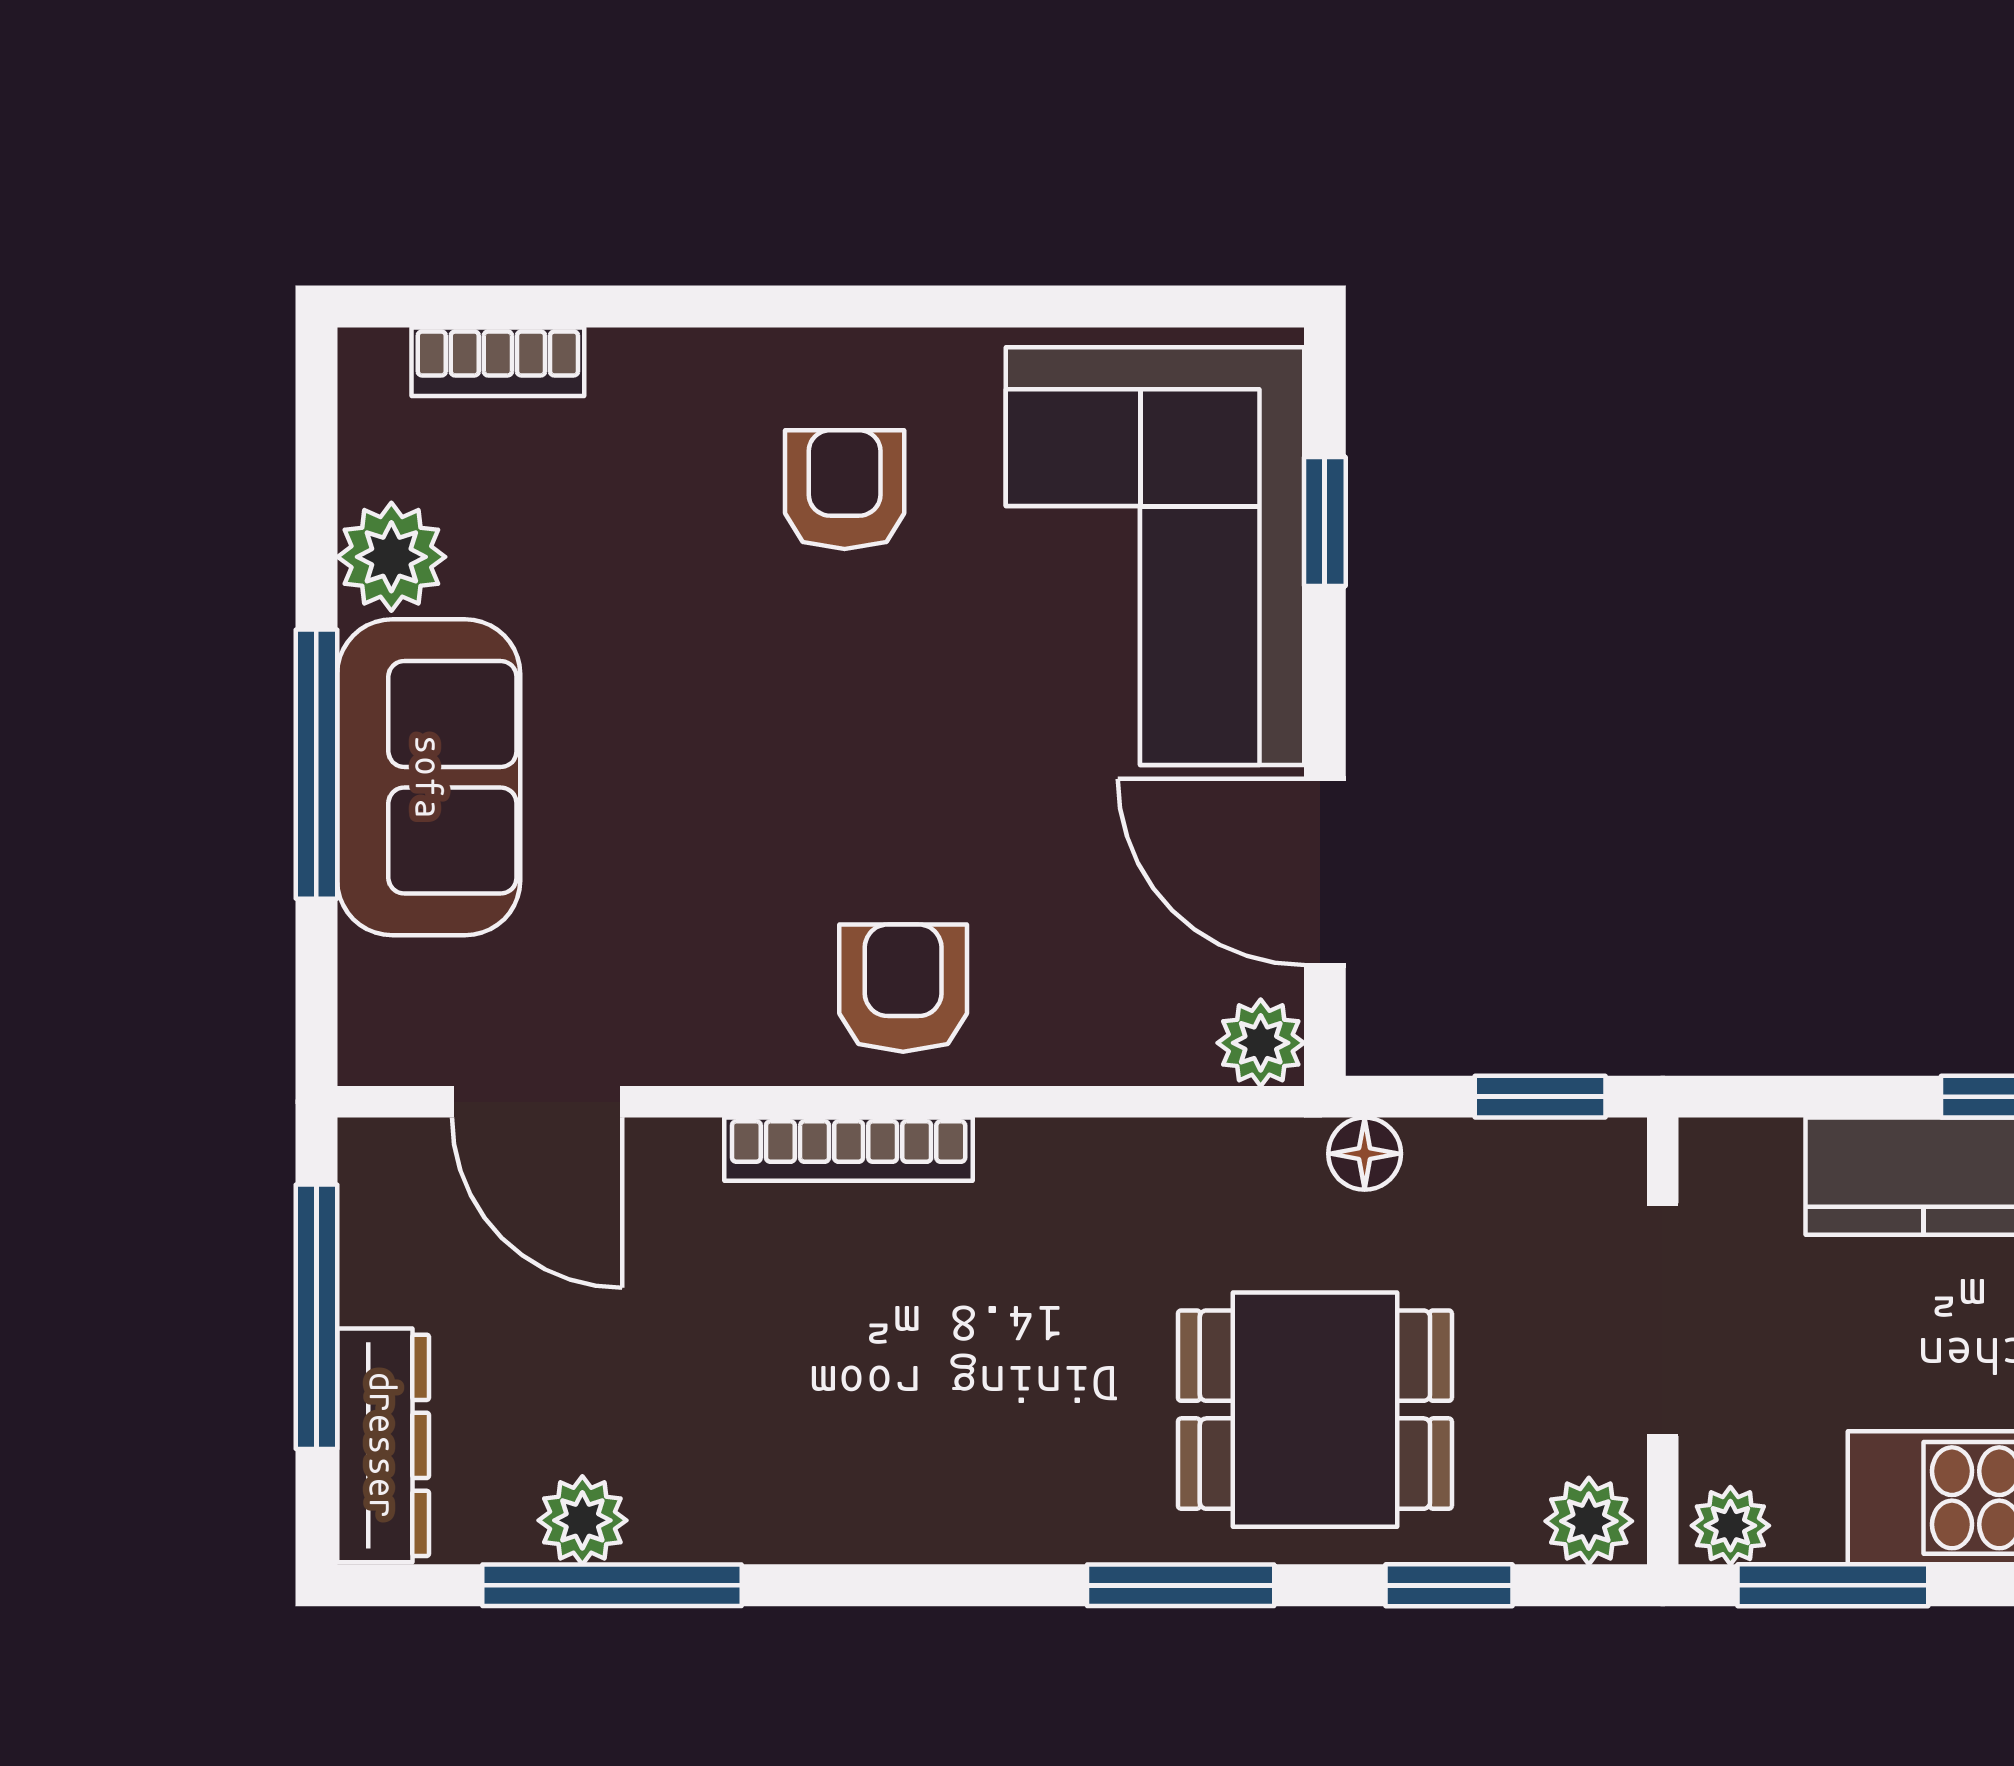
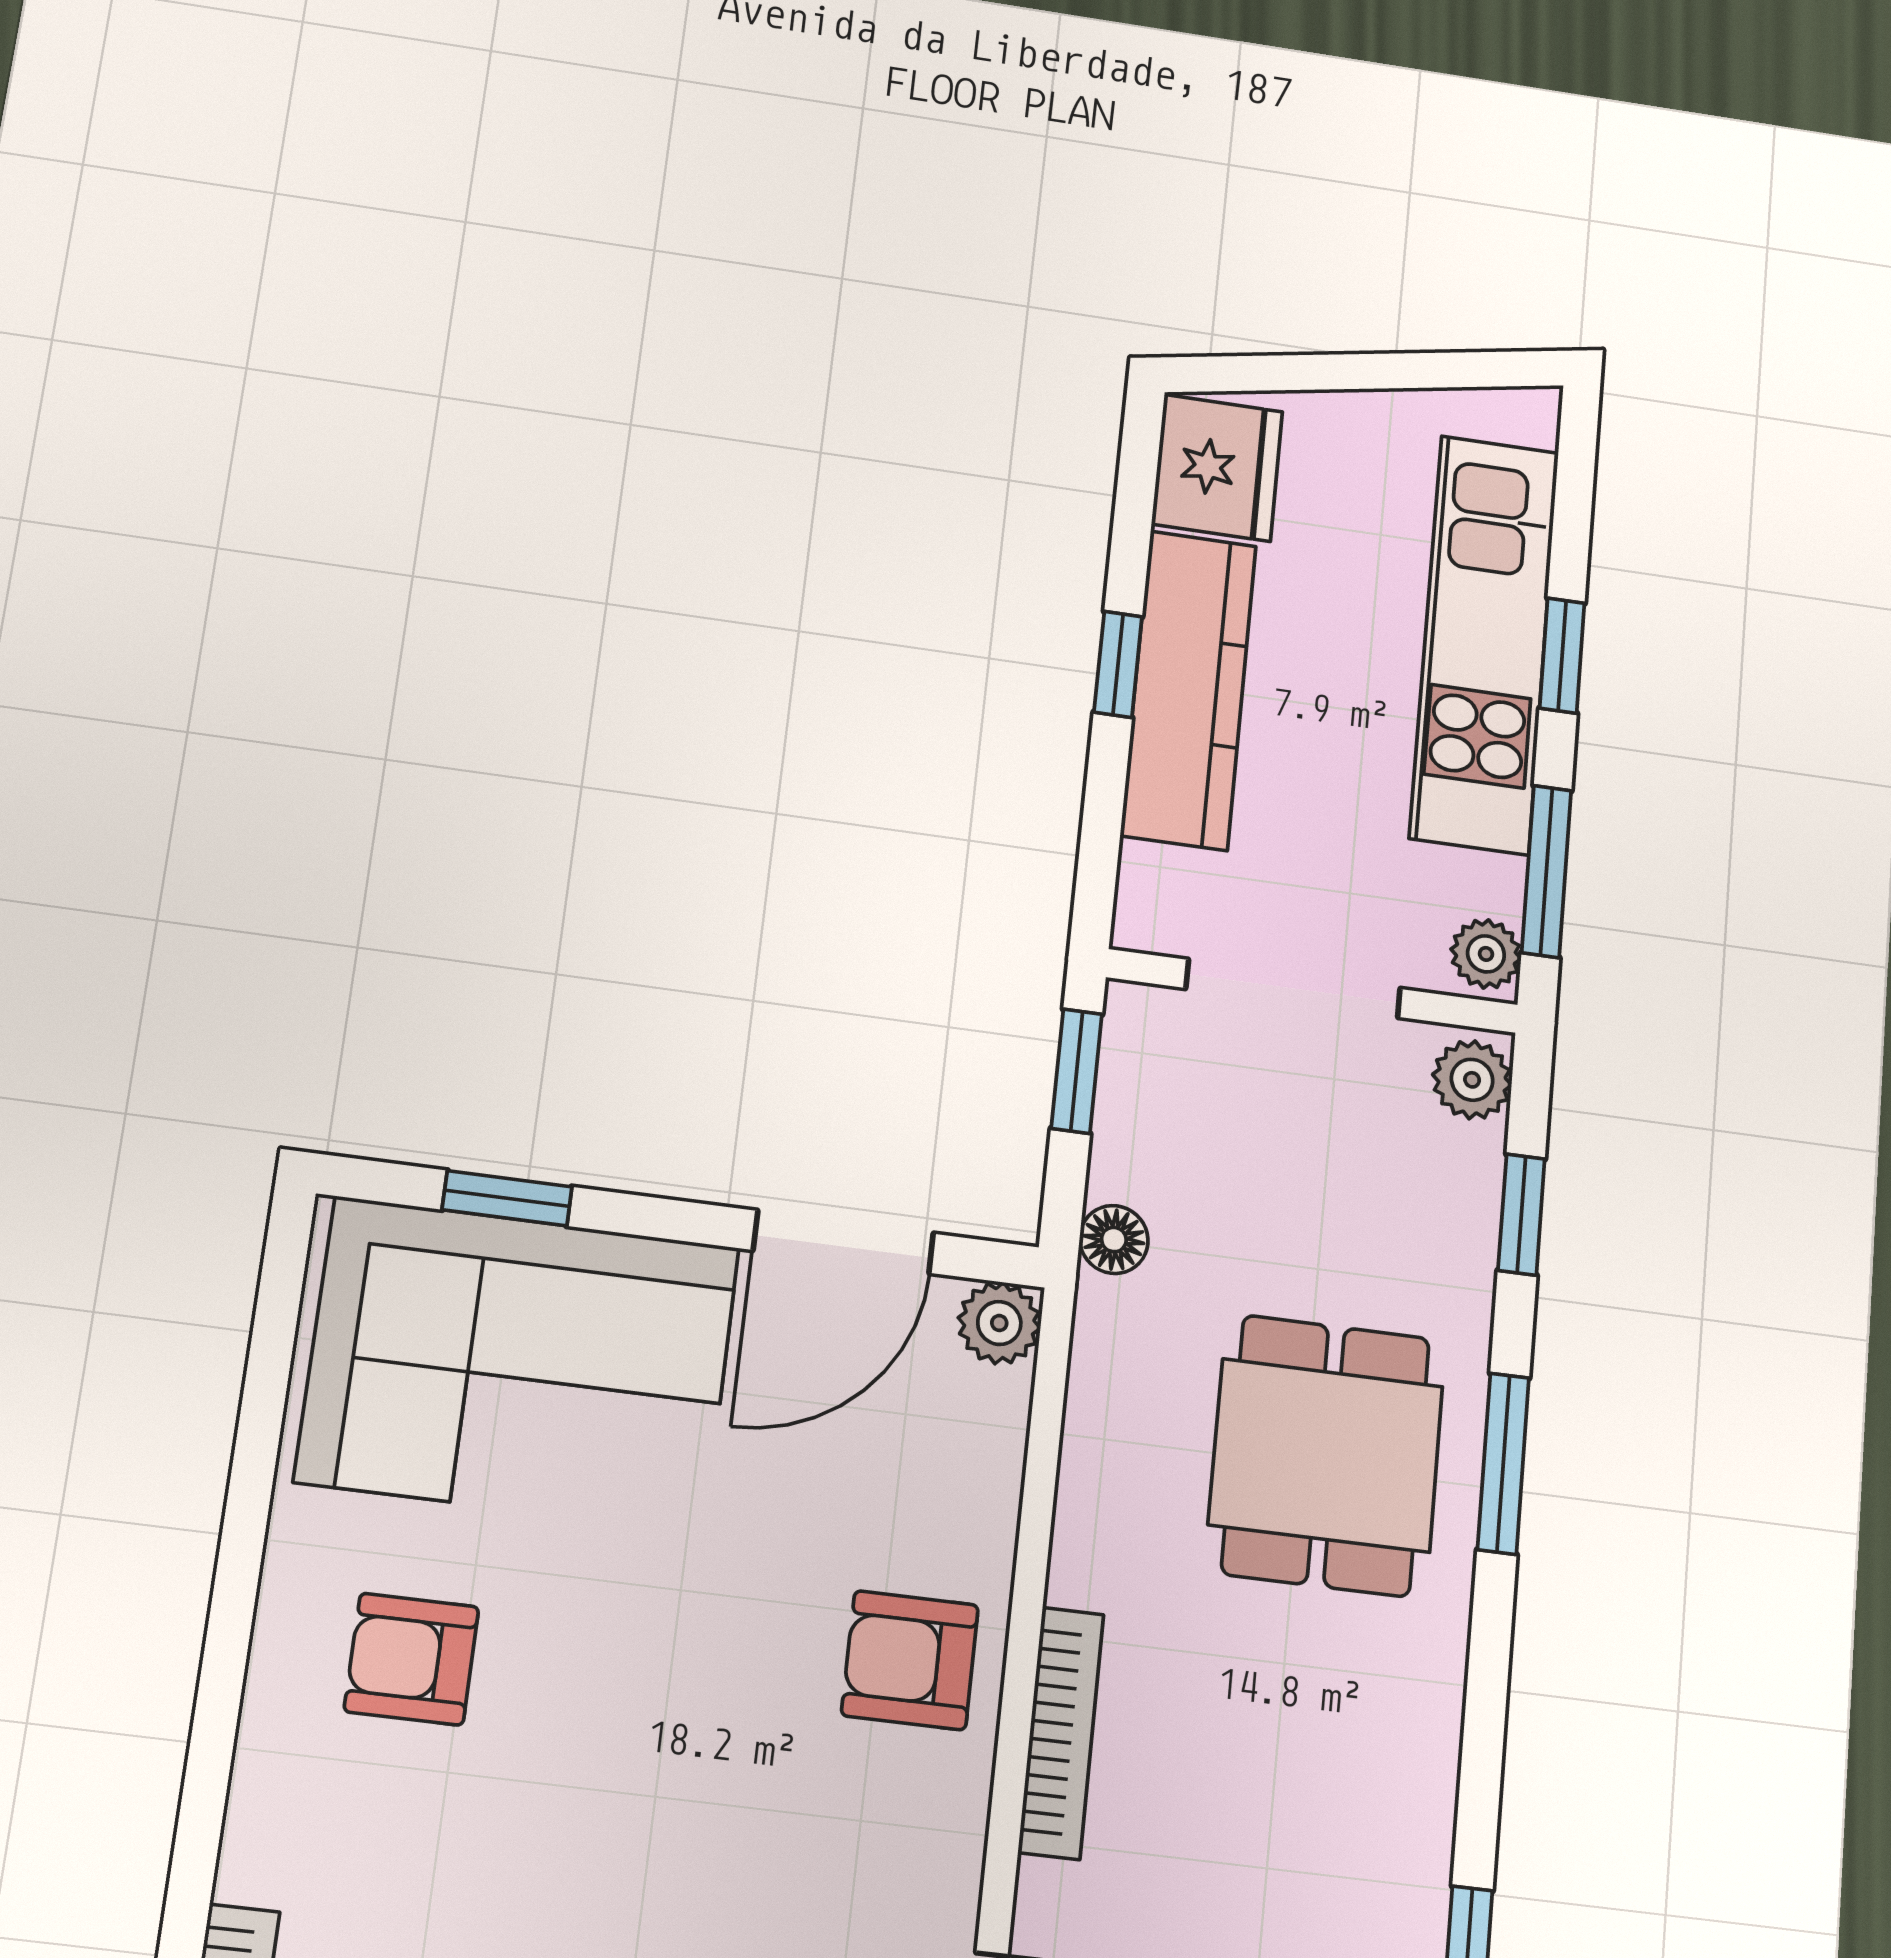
dining table: (1315, 1410) -> (1326, 1455), moved

